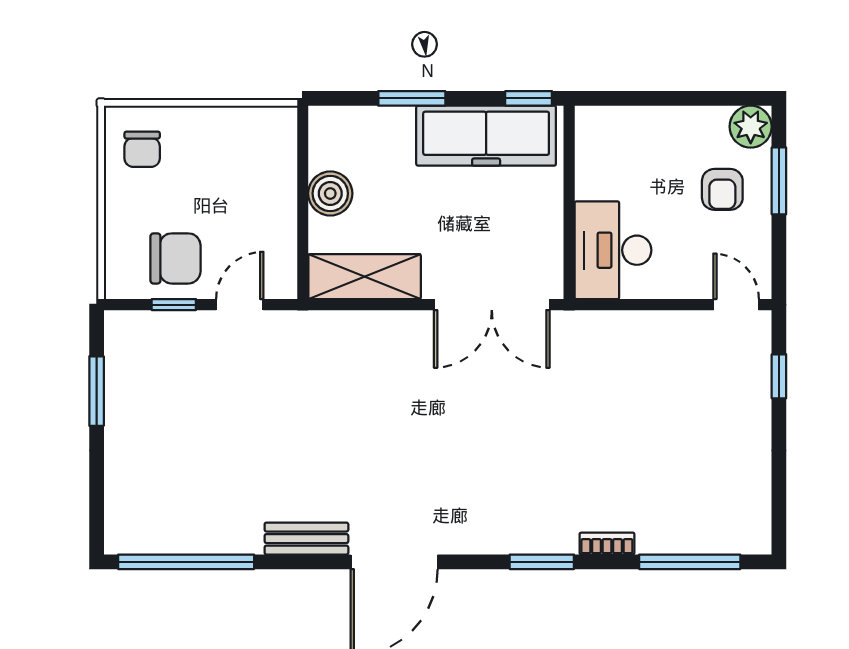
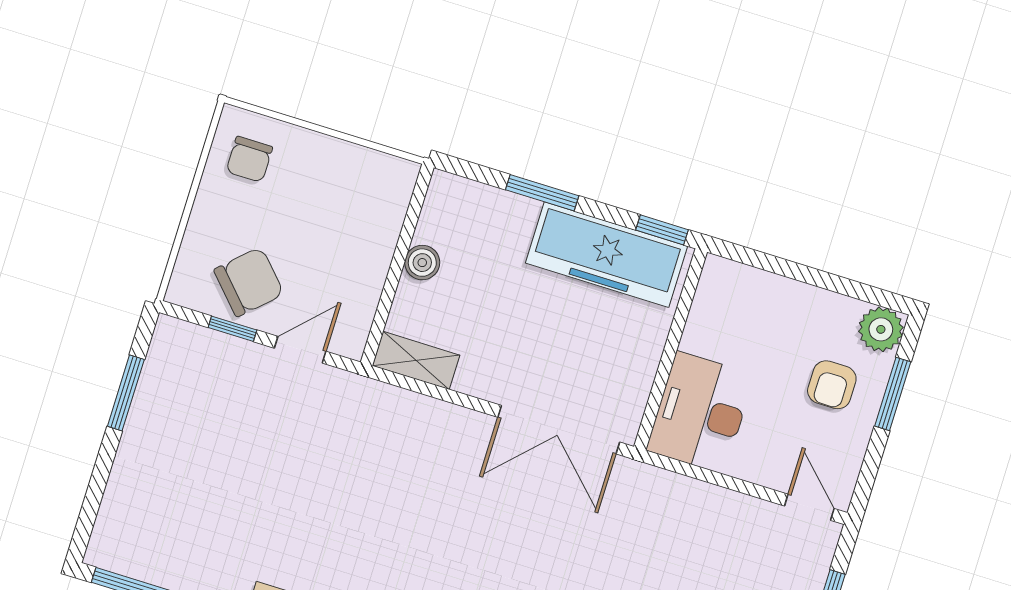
boiler: (330, 193) -> (422, 263), width x0.73, depth x0.73
chair: (176, 258) -> (249, 282), turned -43
shelving: (365, 277) -> (416, 360), width x0.67, depth x0.75

